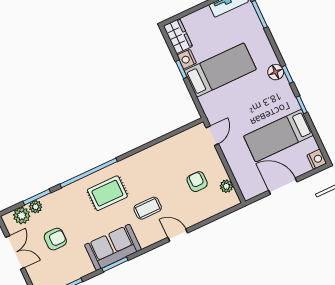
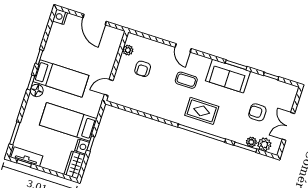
bed: (279, 136) -> (61, 78), moved

